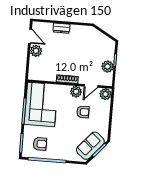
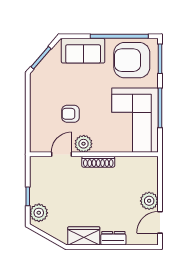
wardrobe: (81, 31) -> (84, 236), added
door: (30, 36) -> (160, 222), hinge flipped
plant: (108, 67) -> (39, 213), moved
plant: (105, 94) -> (38, 144), removed
armchair: (40, 144) -> (132, 60), width x1.88, depth x1.88
sofa: (90, 146) -> (83, 51), moved, turned 49

